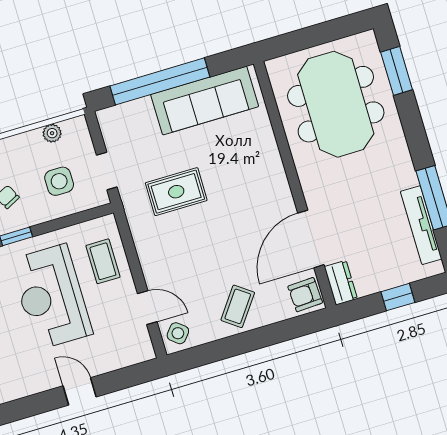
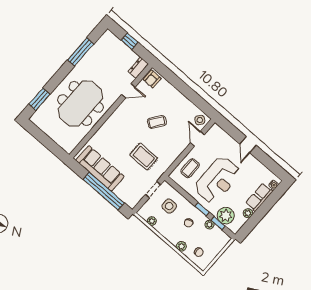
meeting table: (336, 104) -> (80, 103), moved
tv unit: (421, 225) -> (95, 50), removed
door: (311, 239) -> (128, 91), width x0.53
armchair: (305, 295) -> (152, 79), turned 93
coffee table: (238, 306) -> (157, 122), moved

